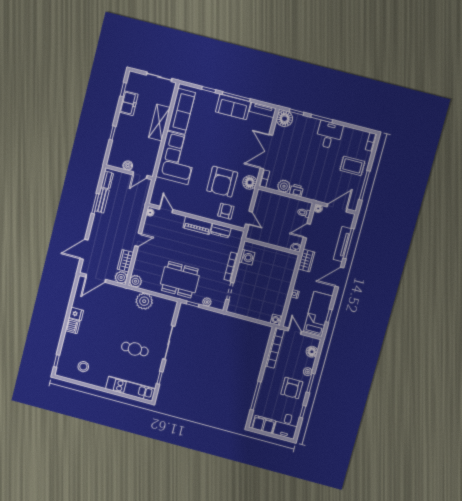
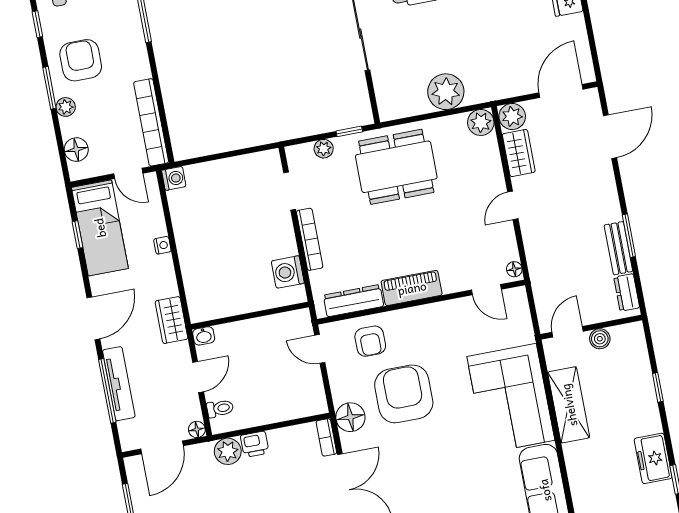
shelving: (159, 123) -> (569, 405), moved
plant: (284, 186) -> (228, 451), moved
dresser: (221, 231) -> (353, 301), width x1.44

